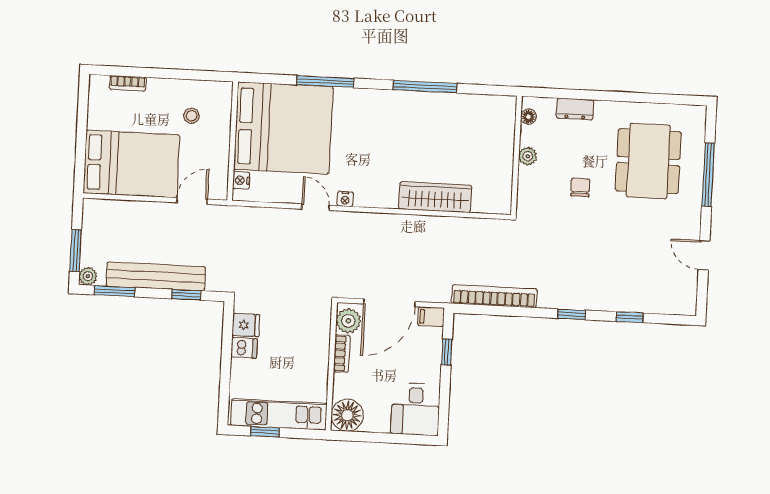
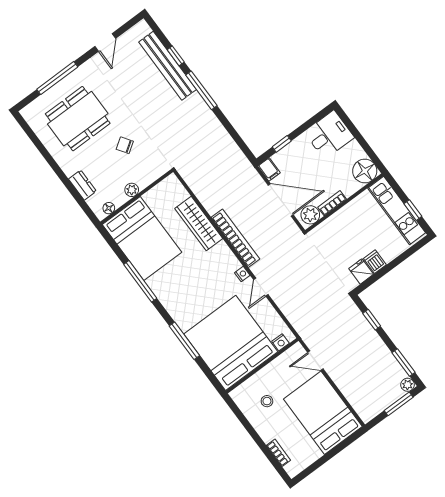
bed: (468, 125) -> (142, 238), added
chair: (580, 187) -> (125, 145), turned 56
bench: (156, 276) -> (168, 66), moved
bookcase: (494, 296) -> (235, 238), moved, turned 180
window: (572, 314) -> (201, 90), width x2.17

